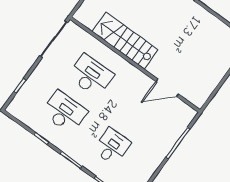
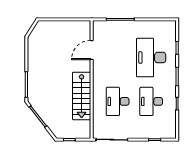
door: (167, 88) -> (92, 50), swing flipped
desk: (112, 147) -> (151, 58), width x1.87, depth x1.30

